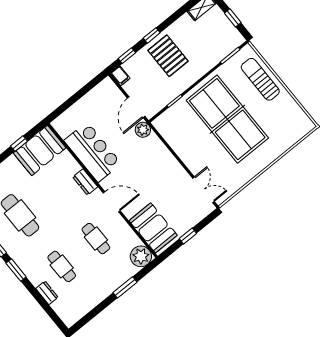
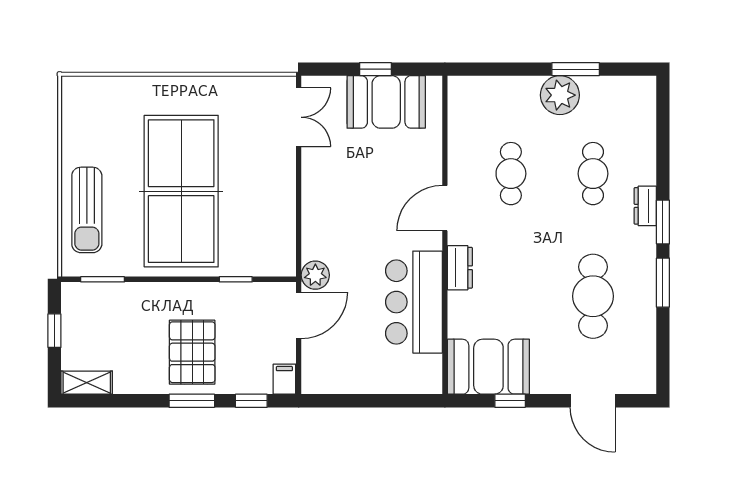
window: (152, 35) -> (192, 401), width x1.50
double door: (203, 190) -> (299, 117), swing flipped
door: (112, 202) -> (445, 208), hinge flipped
booth: (153, 228) -> (386, 102), moved, turned 90
plant: (141, 256) -> (560, 95), moved
window: (125, 287) -> (576, 69), moved
dresser: (47, 293) -> (645, 206), moved

